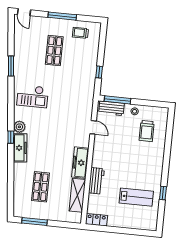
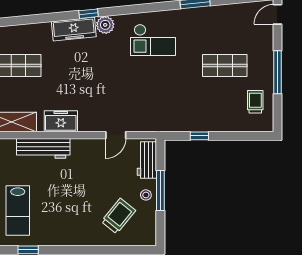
checkout: (33, 96) -> (153, 40), turned -90
window: (118, 100) -> (160, 191), moved
trolley: (147, 131) -> (118, 216), turned 129
freezer: (80, 163) -> (61, 121), width x0.71
workbench: (96, 181) -> (43, 148), width x1.38

